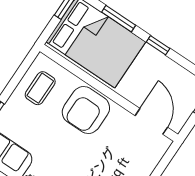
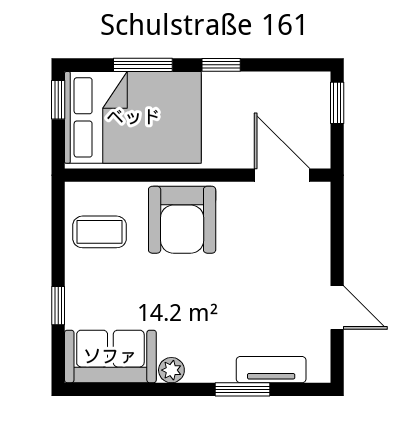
coffee table: (40, 88) -> (100, 232), turned 90

